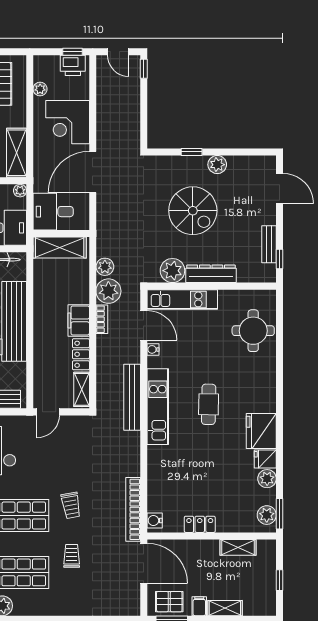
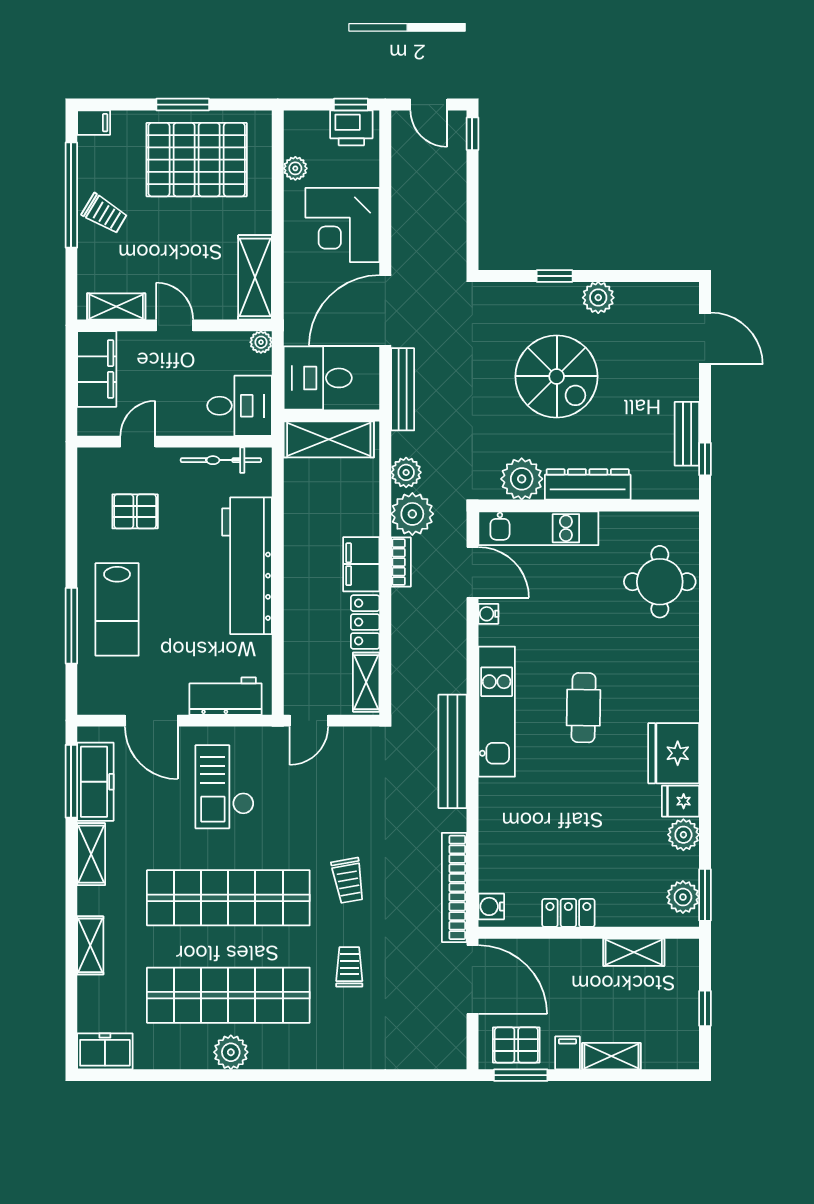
bench: (103, 218) -> (403, 389), added
bench: (132, 397) -> (453, 751), moved

